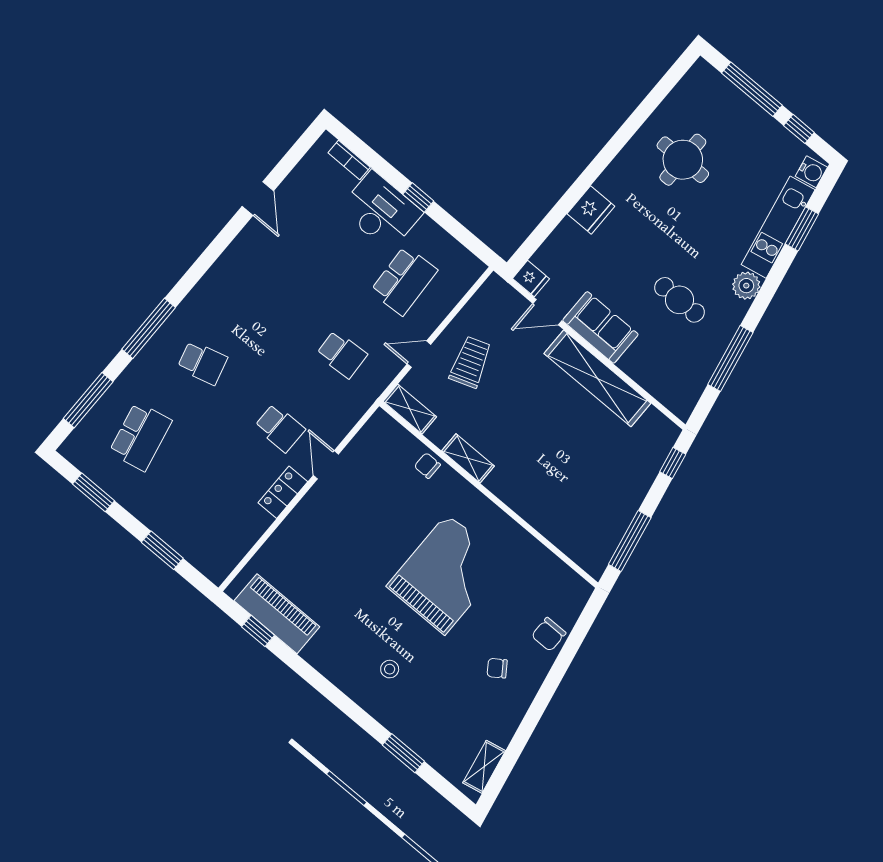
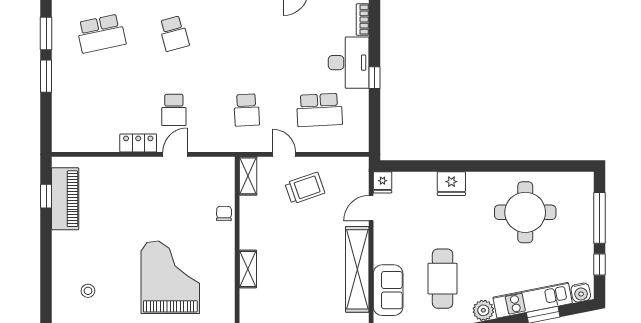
round table: (683, 160) -> (525, 212), width x1.36, depth x1.36
cafe table: (679, 300) -> (443, 279), width x1.37, depth x1.35
door: (547, 312) -> (371, 208), hinge flipped
sofa: (600, 327) -> (388, 290), moved
shelving: (468, 458) -> (248, 269), moved
window: (162, 550) -> (46, 76), moved
grand piano: (446, 574) -> (170, 277), turned -90

